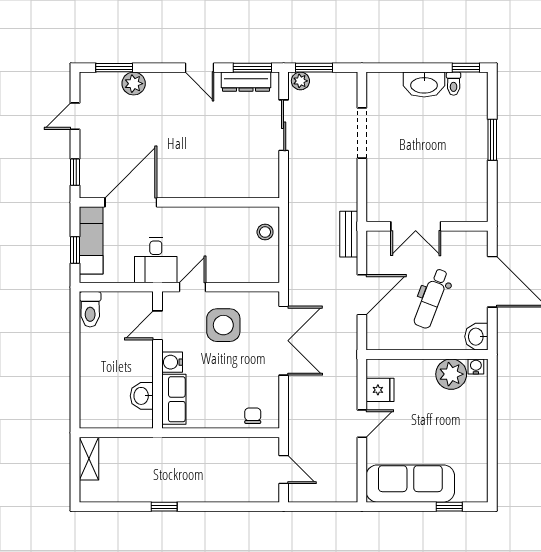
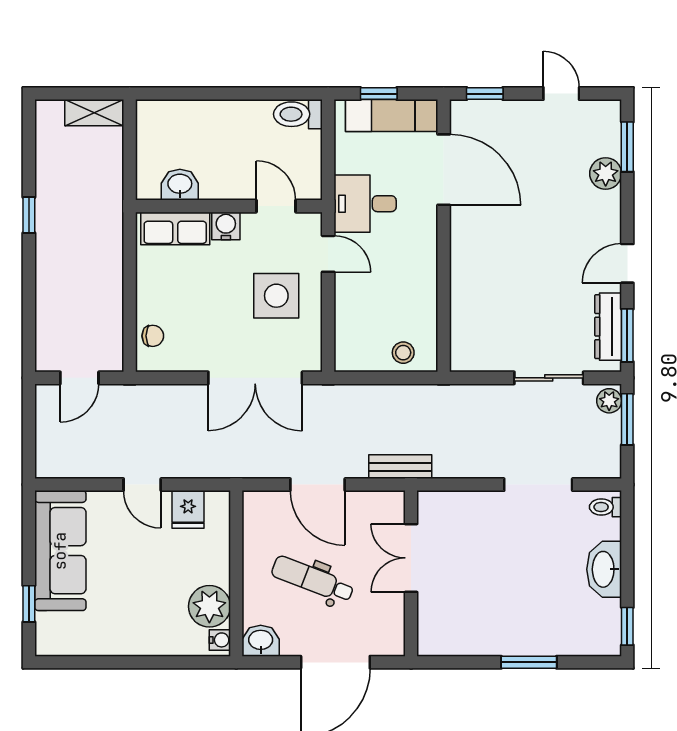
toilet: (454, 84) -> (605, 507), moved

